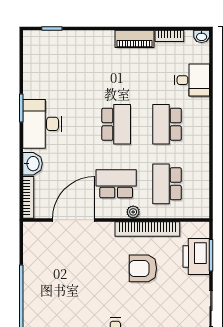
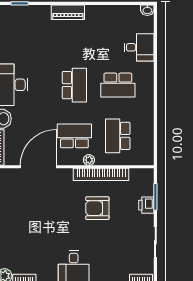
bookcase: (169, 36) -> (120, 10), removed
piano: (134, 39) -> (68, 12), moved
school desk: (167, 124) -> (118, 85), turned -90
printer: (196, 256) -> (146, 205), width x0.53, depth x0.68

